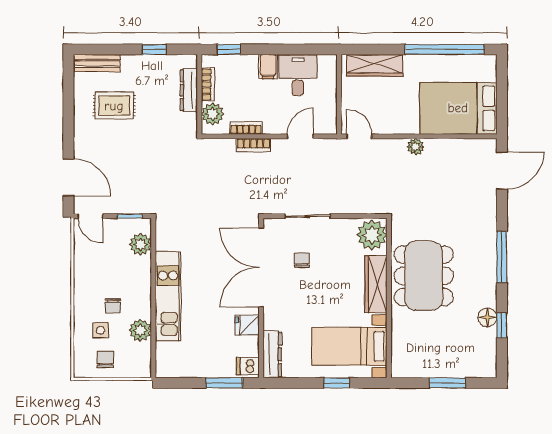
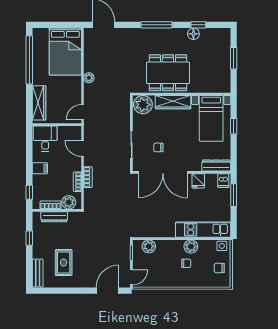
desk: (298, 75) -> (45, 139), moved, turned 90
kitchen unit: (168, 296) -> (203, 230), moved
side table: (101, 330) -> (222, 246), moved
plant: (140, 330) -> (191, 247), moved

